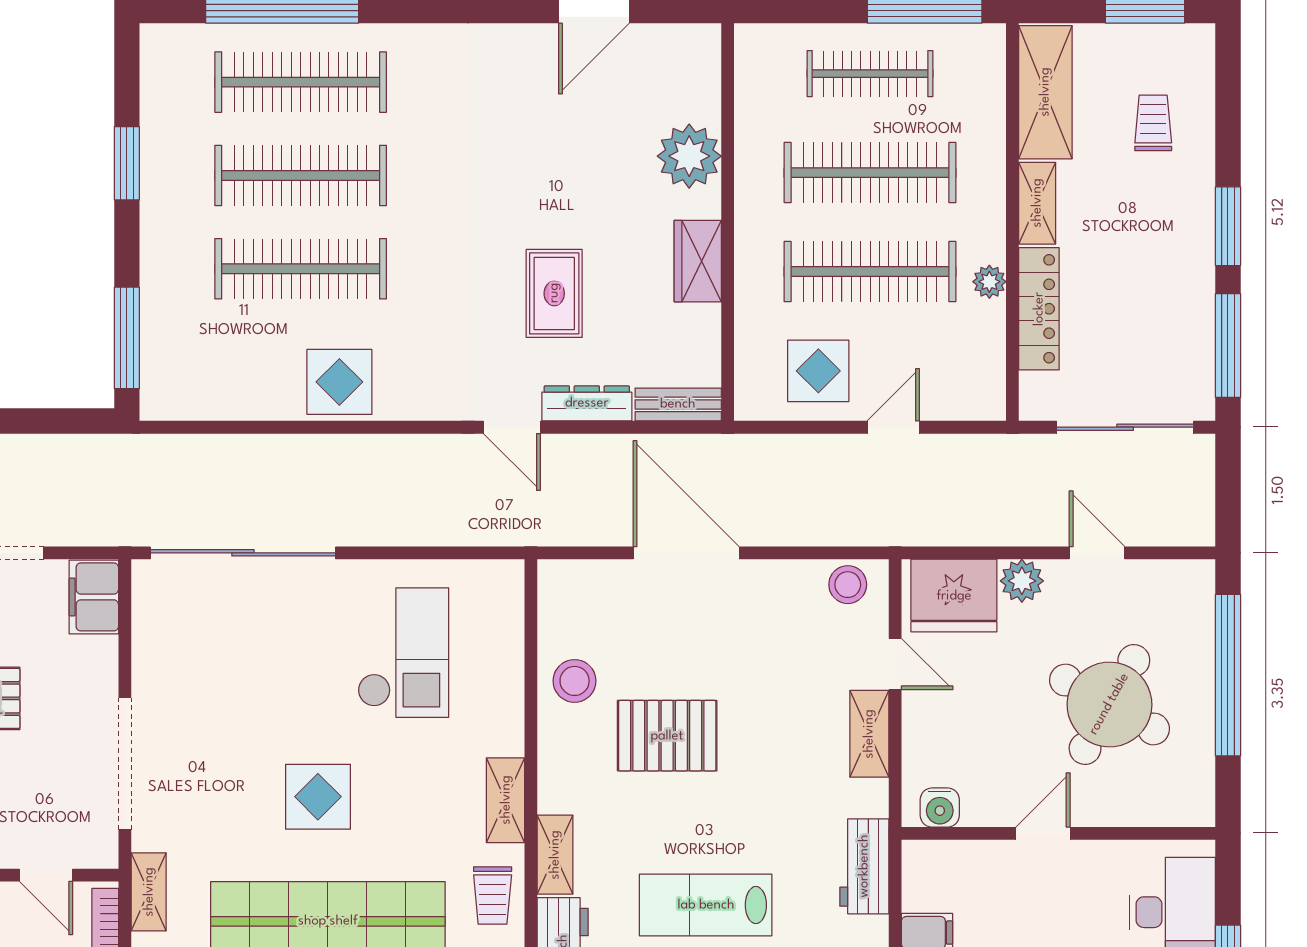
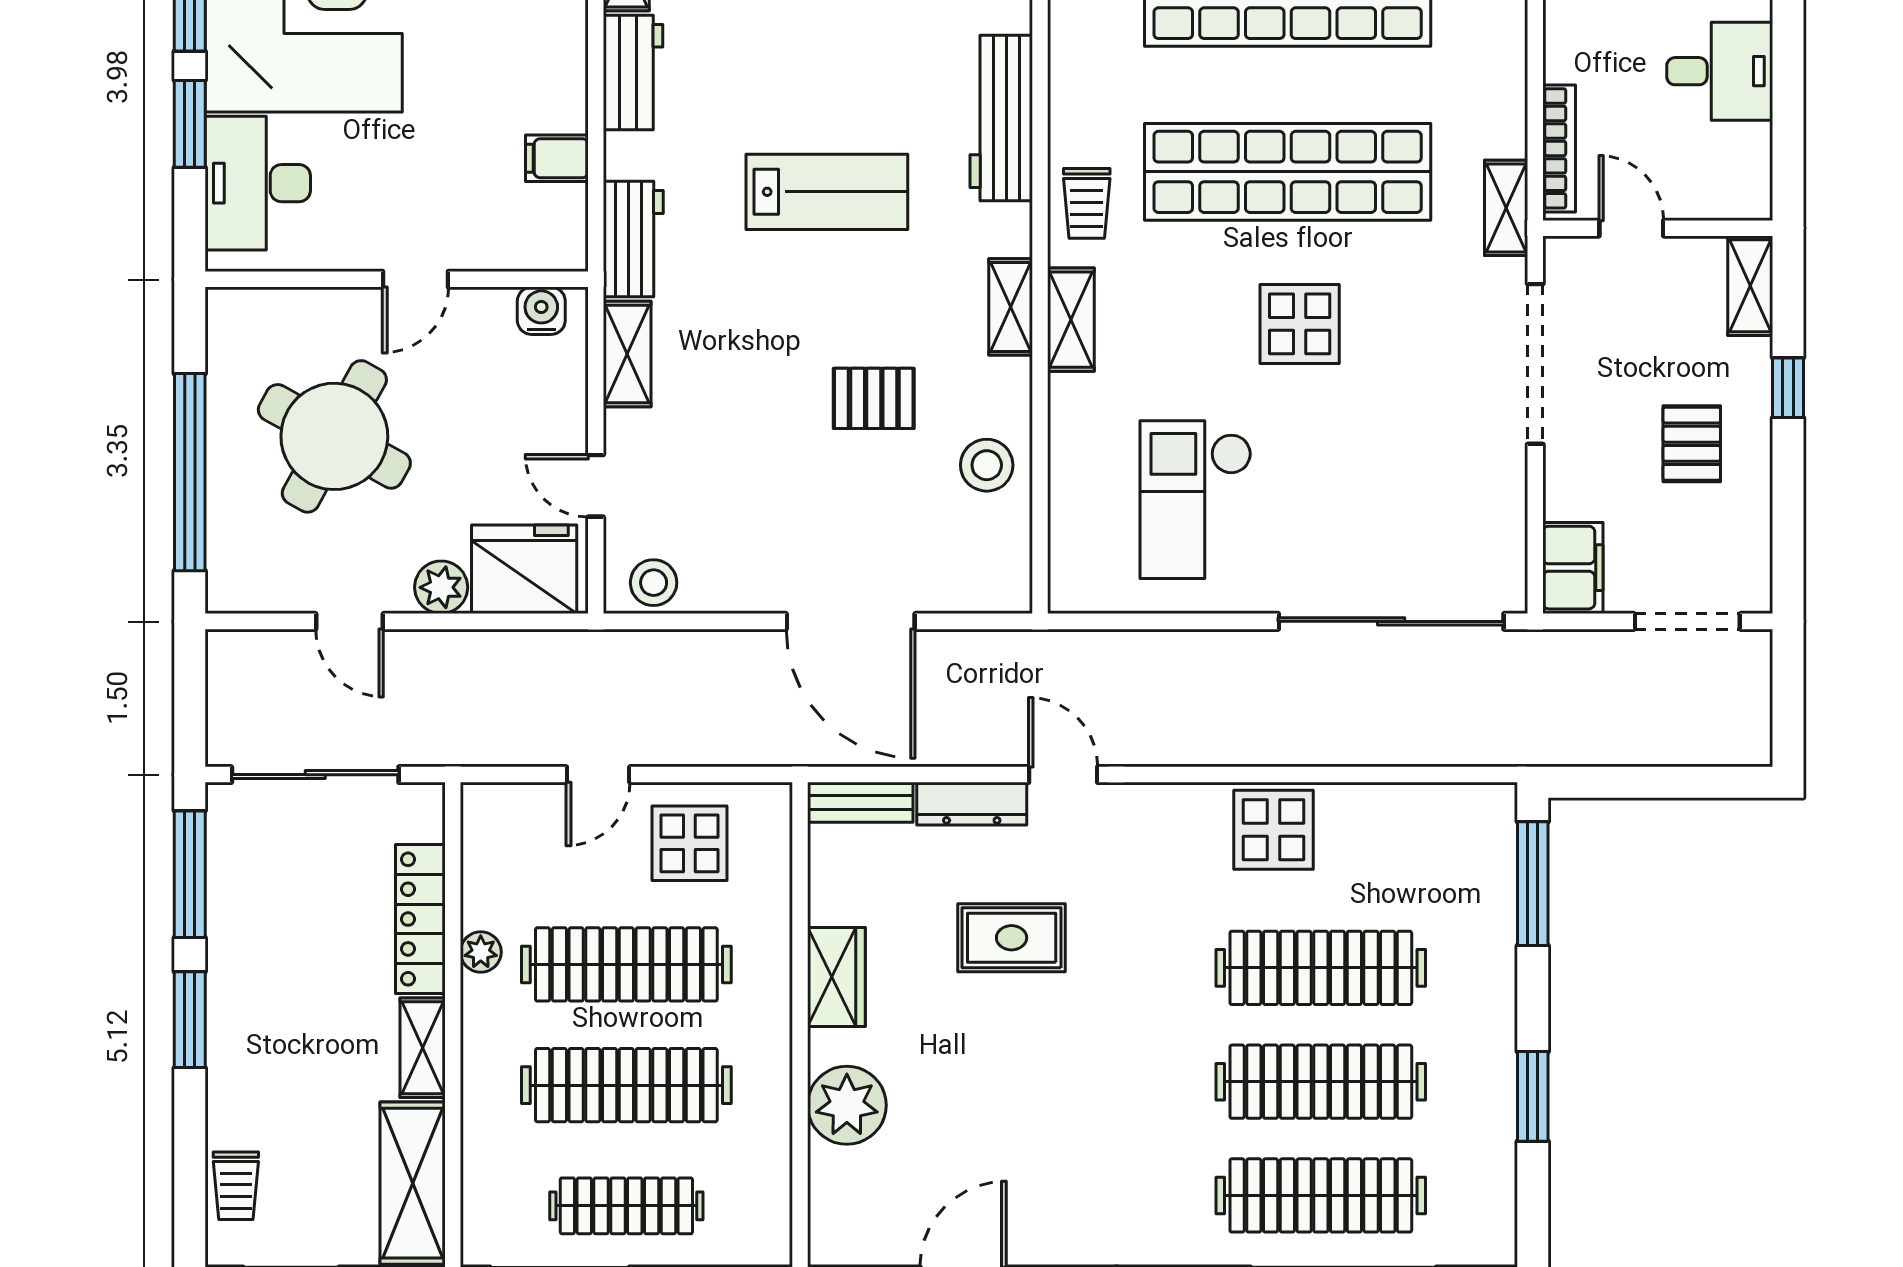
trolley: (1153, 123) -> (236, 1186), moved
rug: (554, 293) -> (1012, 938), turned 90
shelving: (869, 734) -> (627, 354), moved
pallet: (667, 736) -> (874, 398), width x0.67, depth x0.71
shelving: (555, 855) -> (1011, 307), moved
trolley: (493, 895) -> (1087, 203), turned 180

